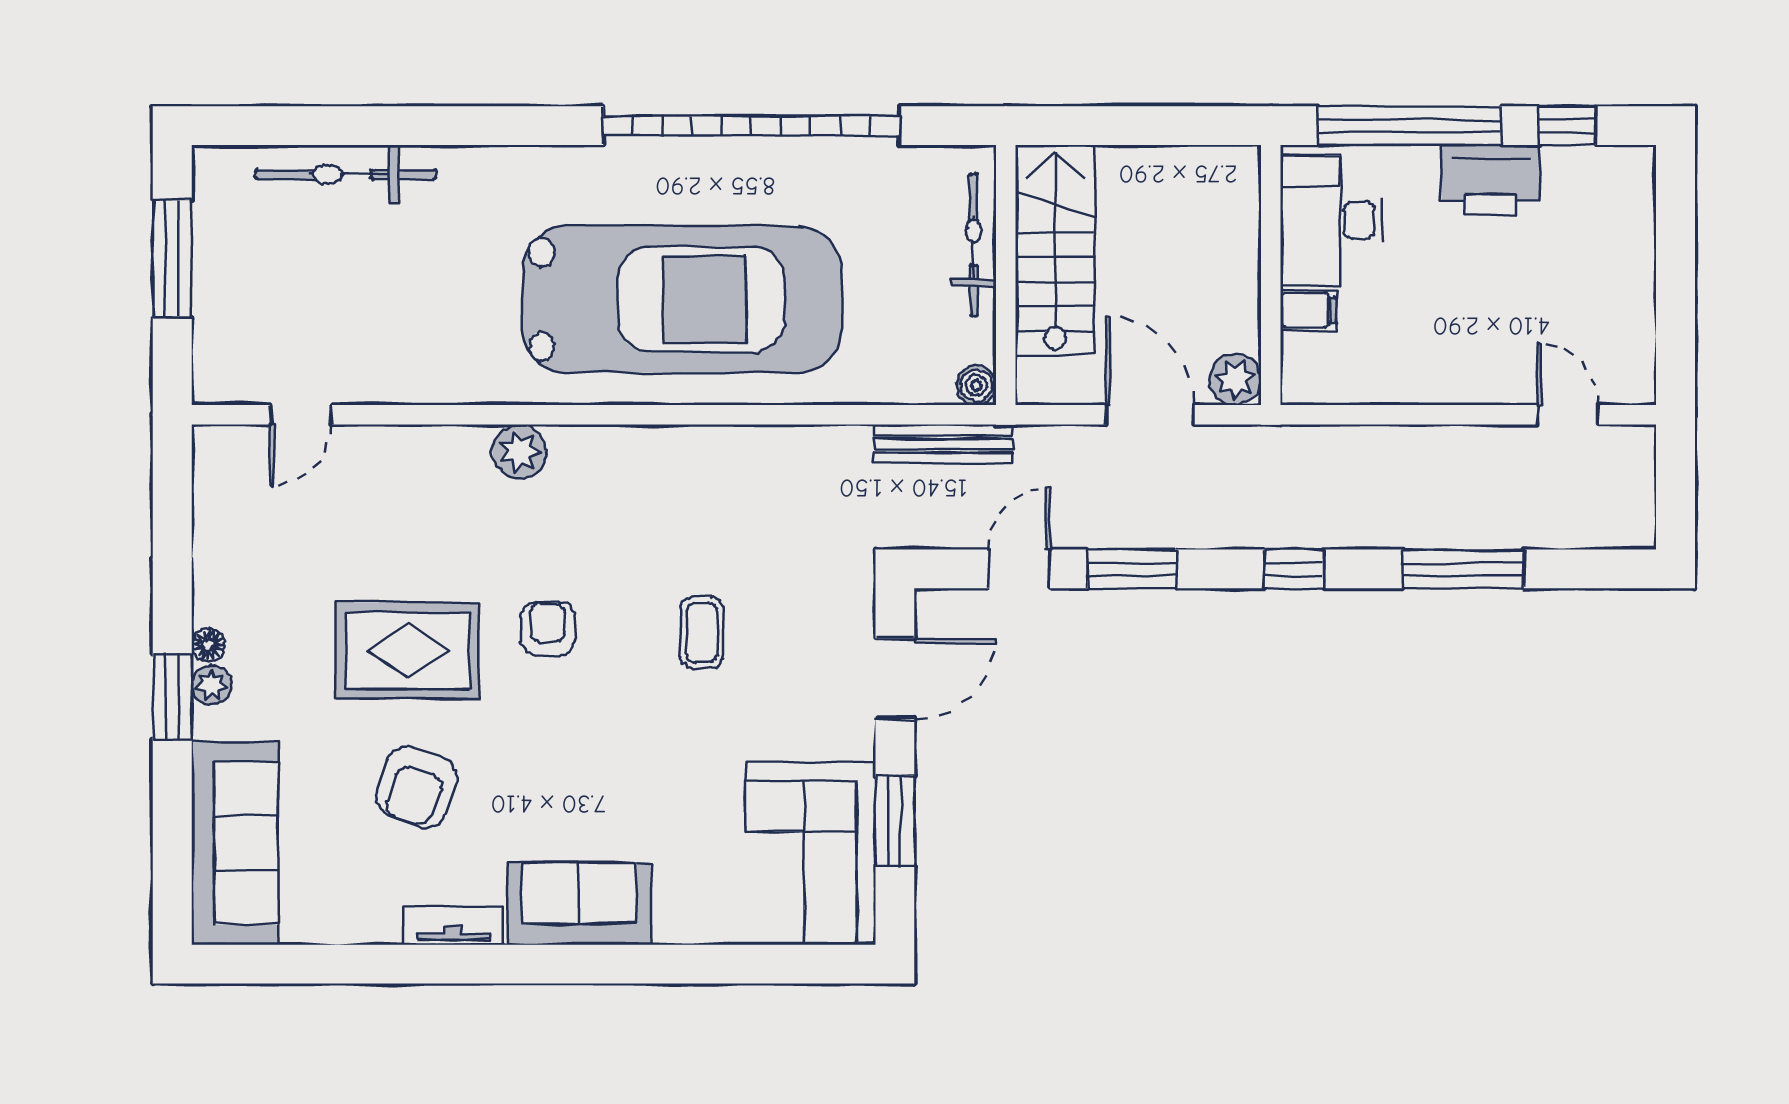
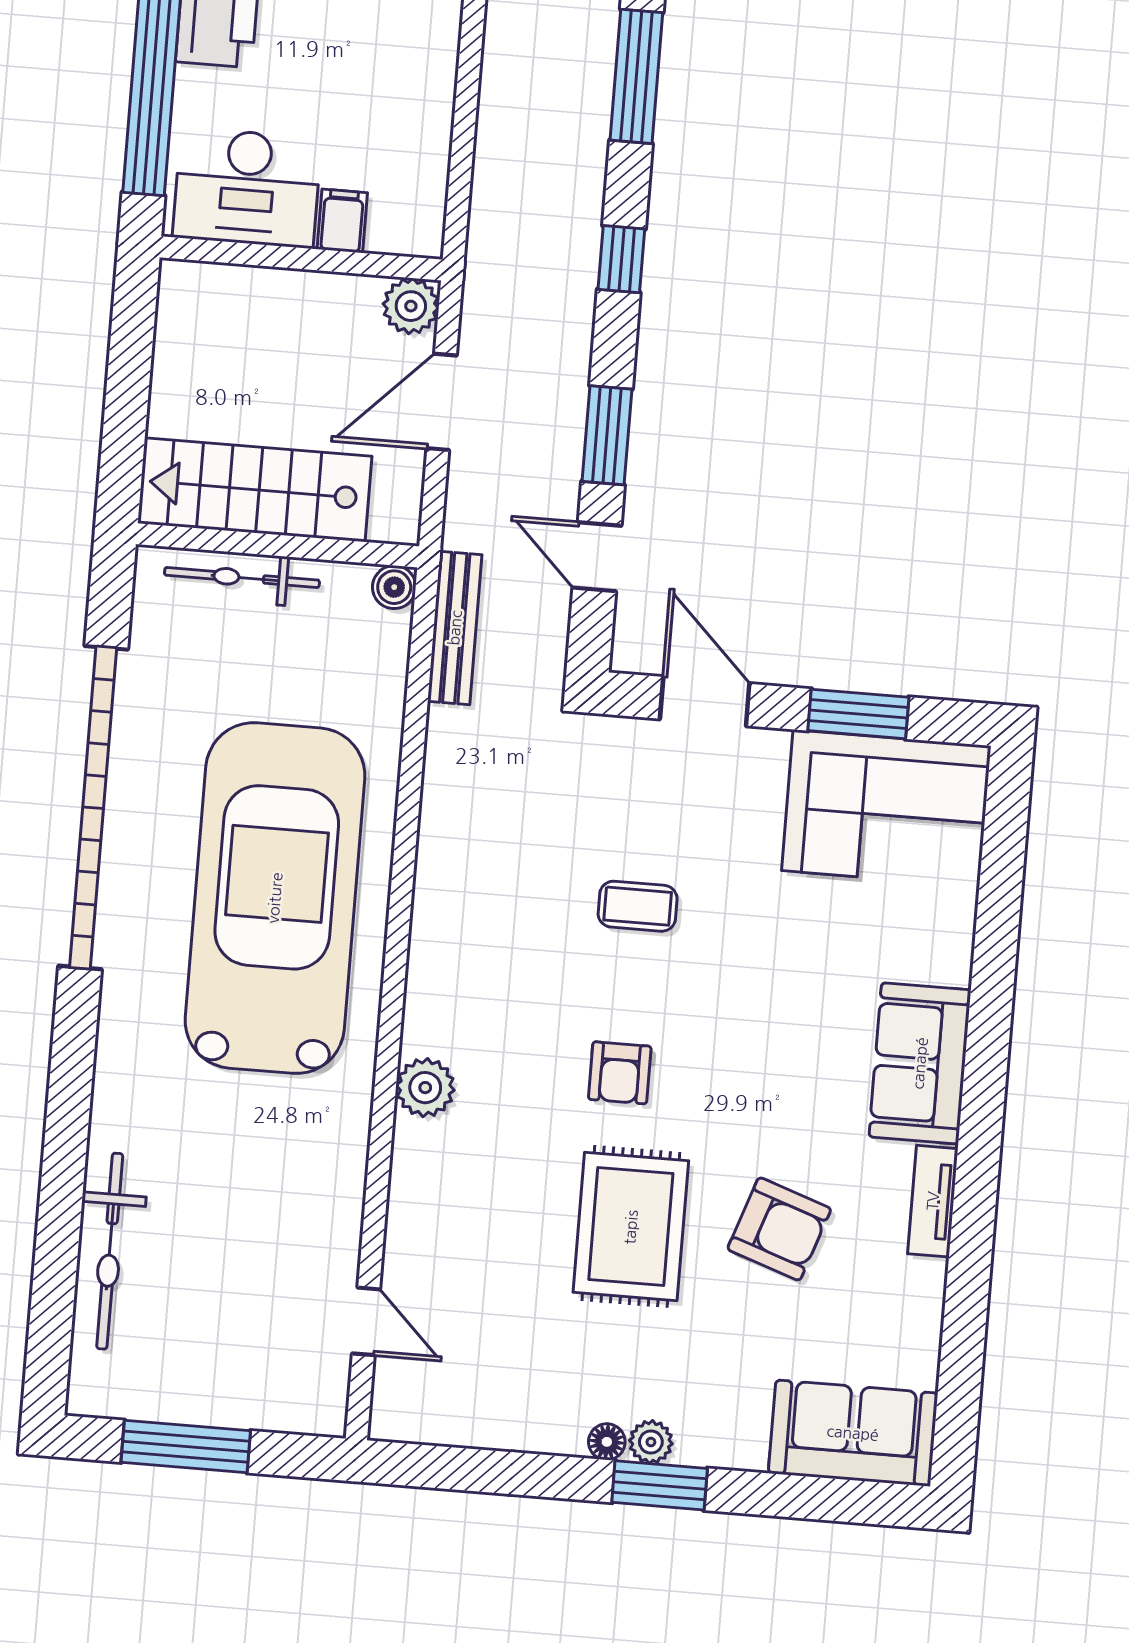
armchair: (548, 629) -> (620, 1073), turned -90
sofa: (235, 843) -> (853, 1433), width x0.73

